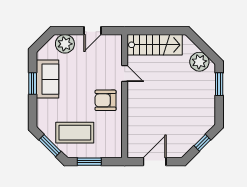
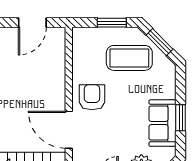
door: (125, 74) -> (69, 130), width x1.87
armchair: (106, 100) -> (92, 97), turned -90

